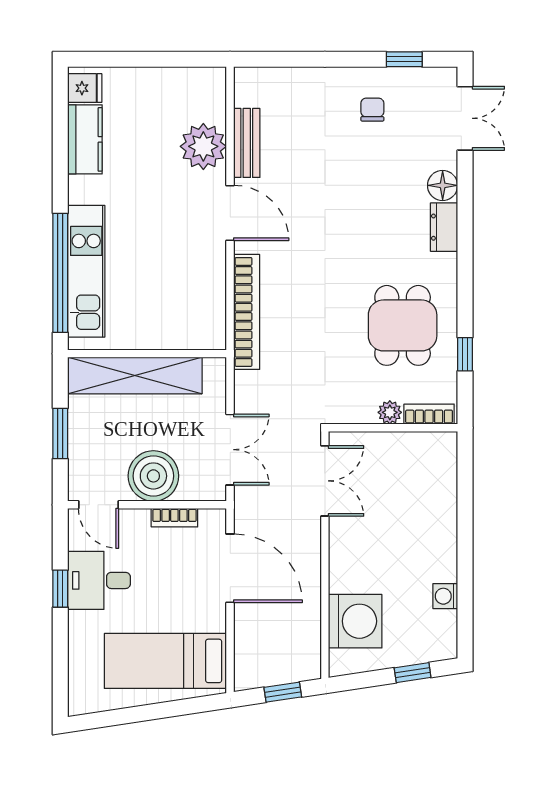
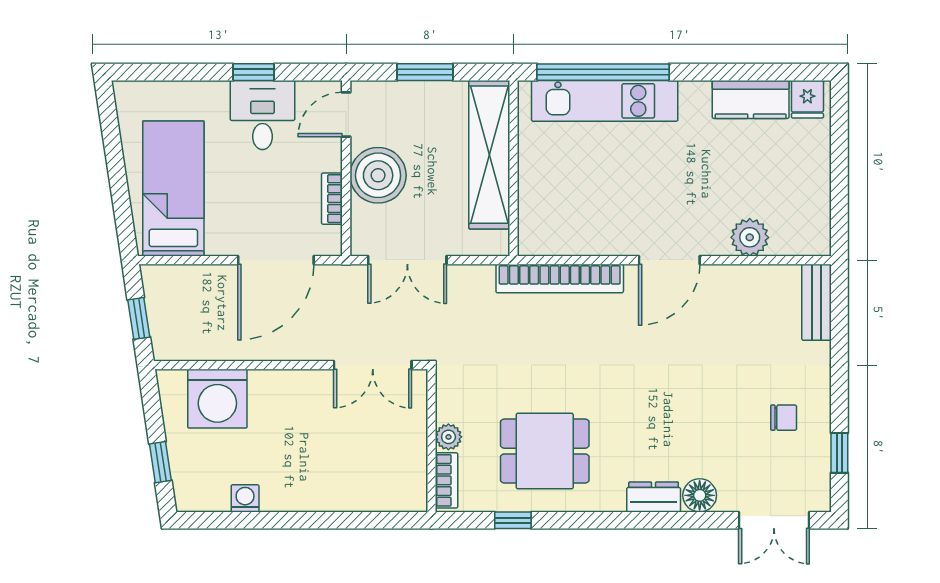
bench: (247, 143) -> (817, 302), moved, turned 90
plant: (203, 146) -> (750, 237), width x0.73, depth x0.73

